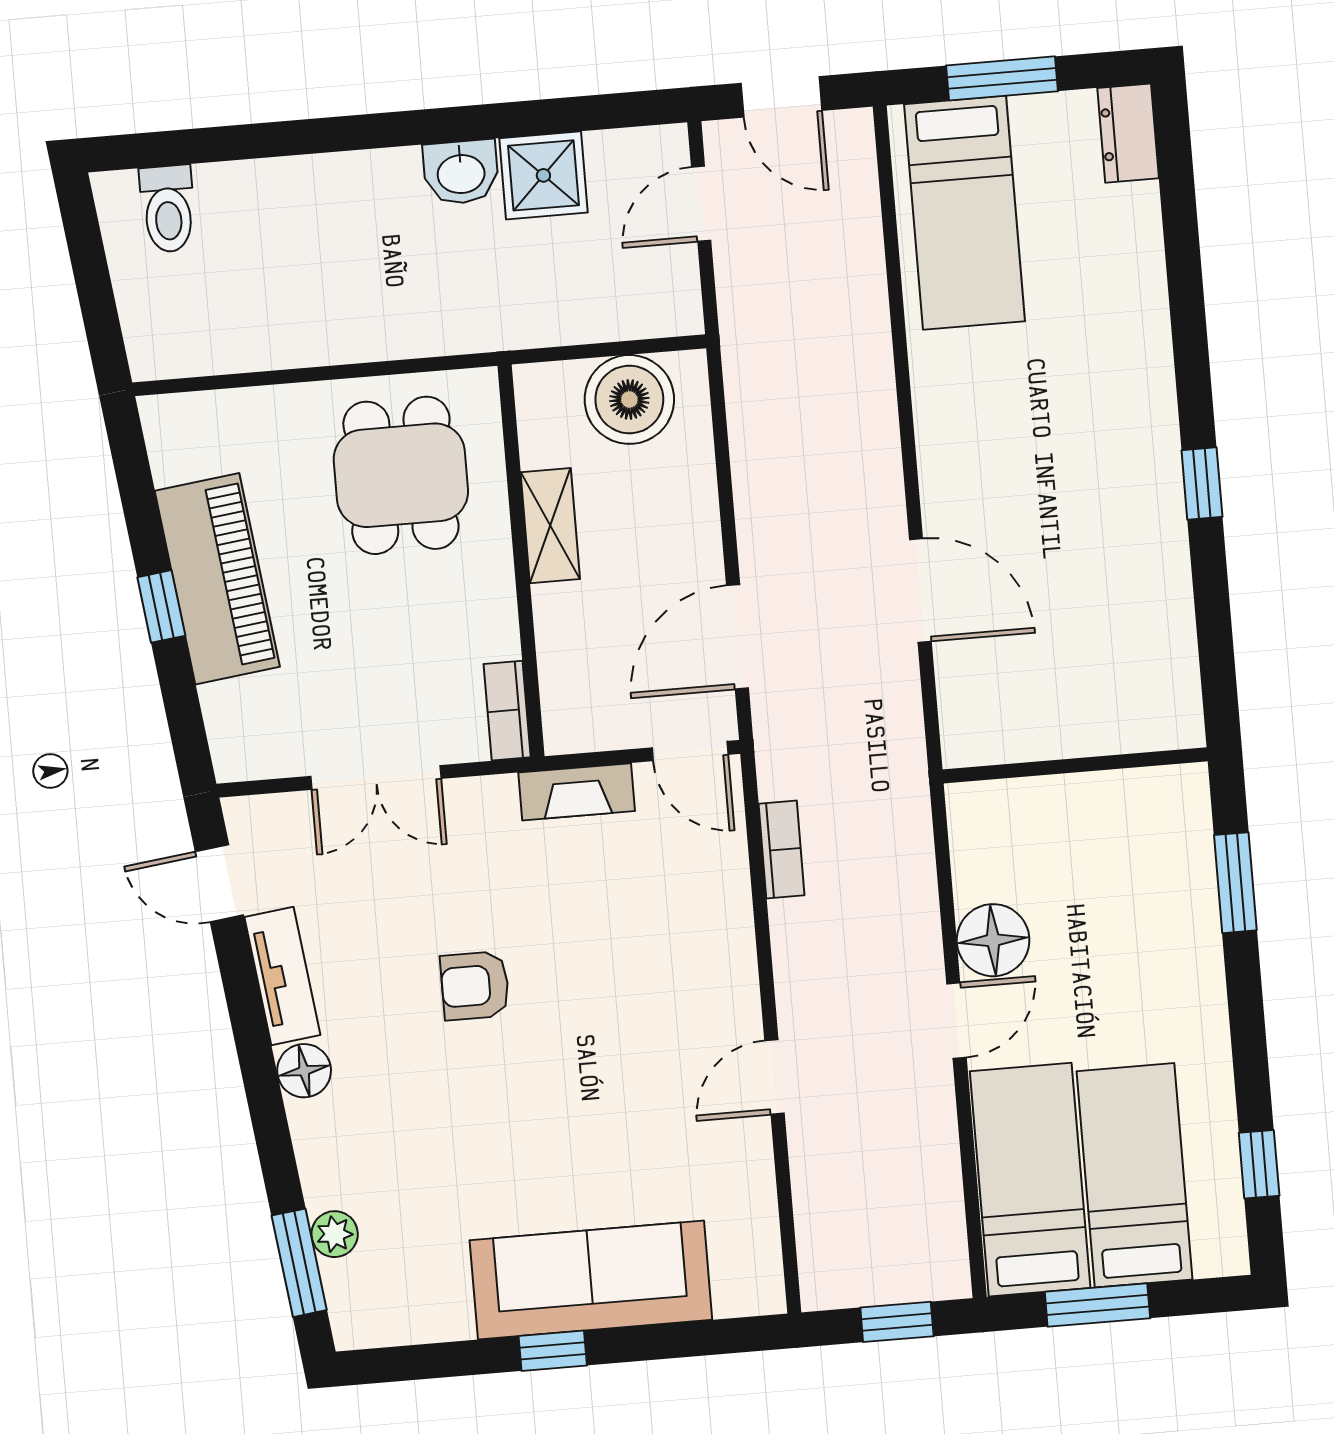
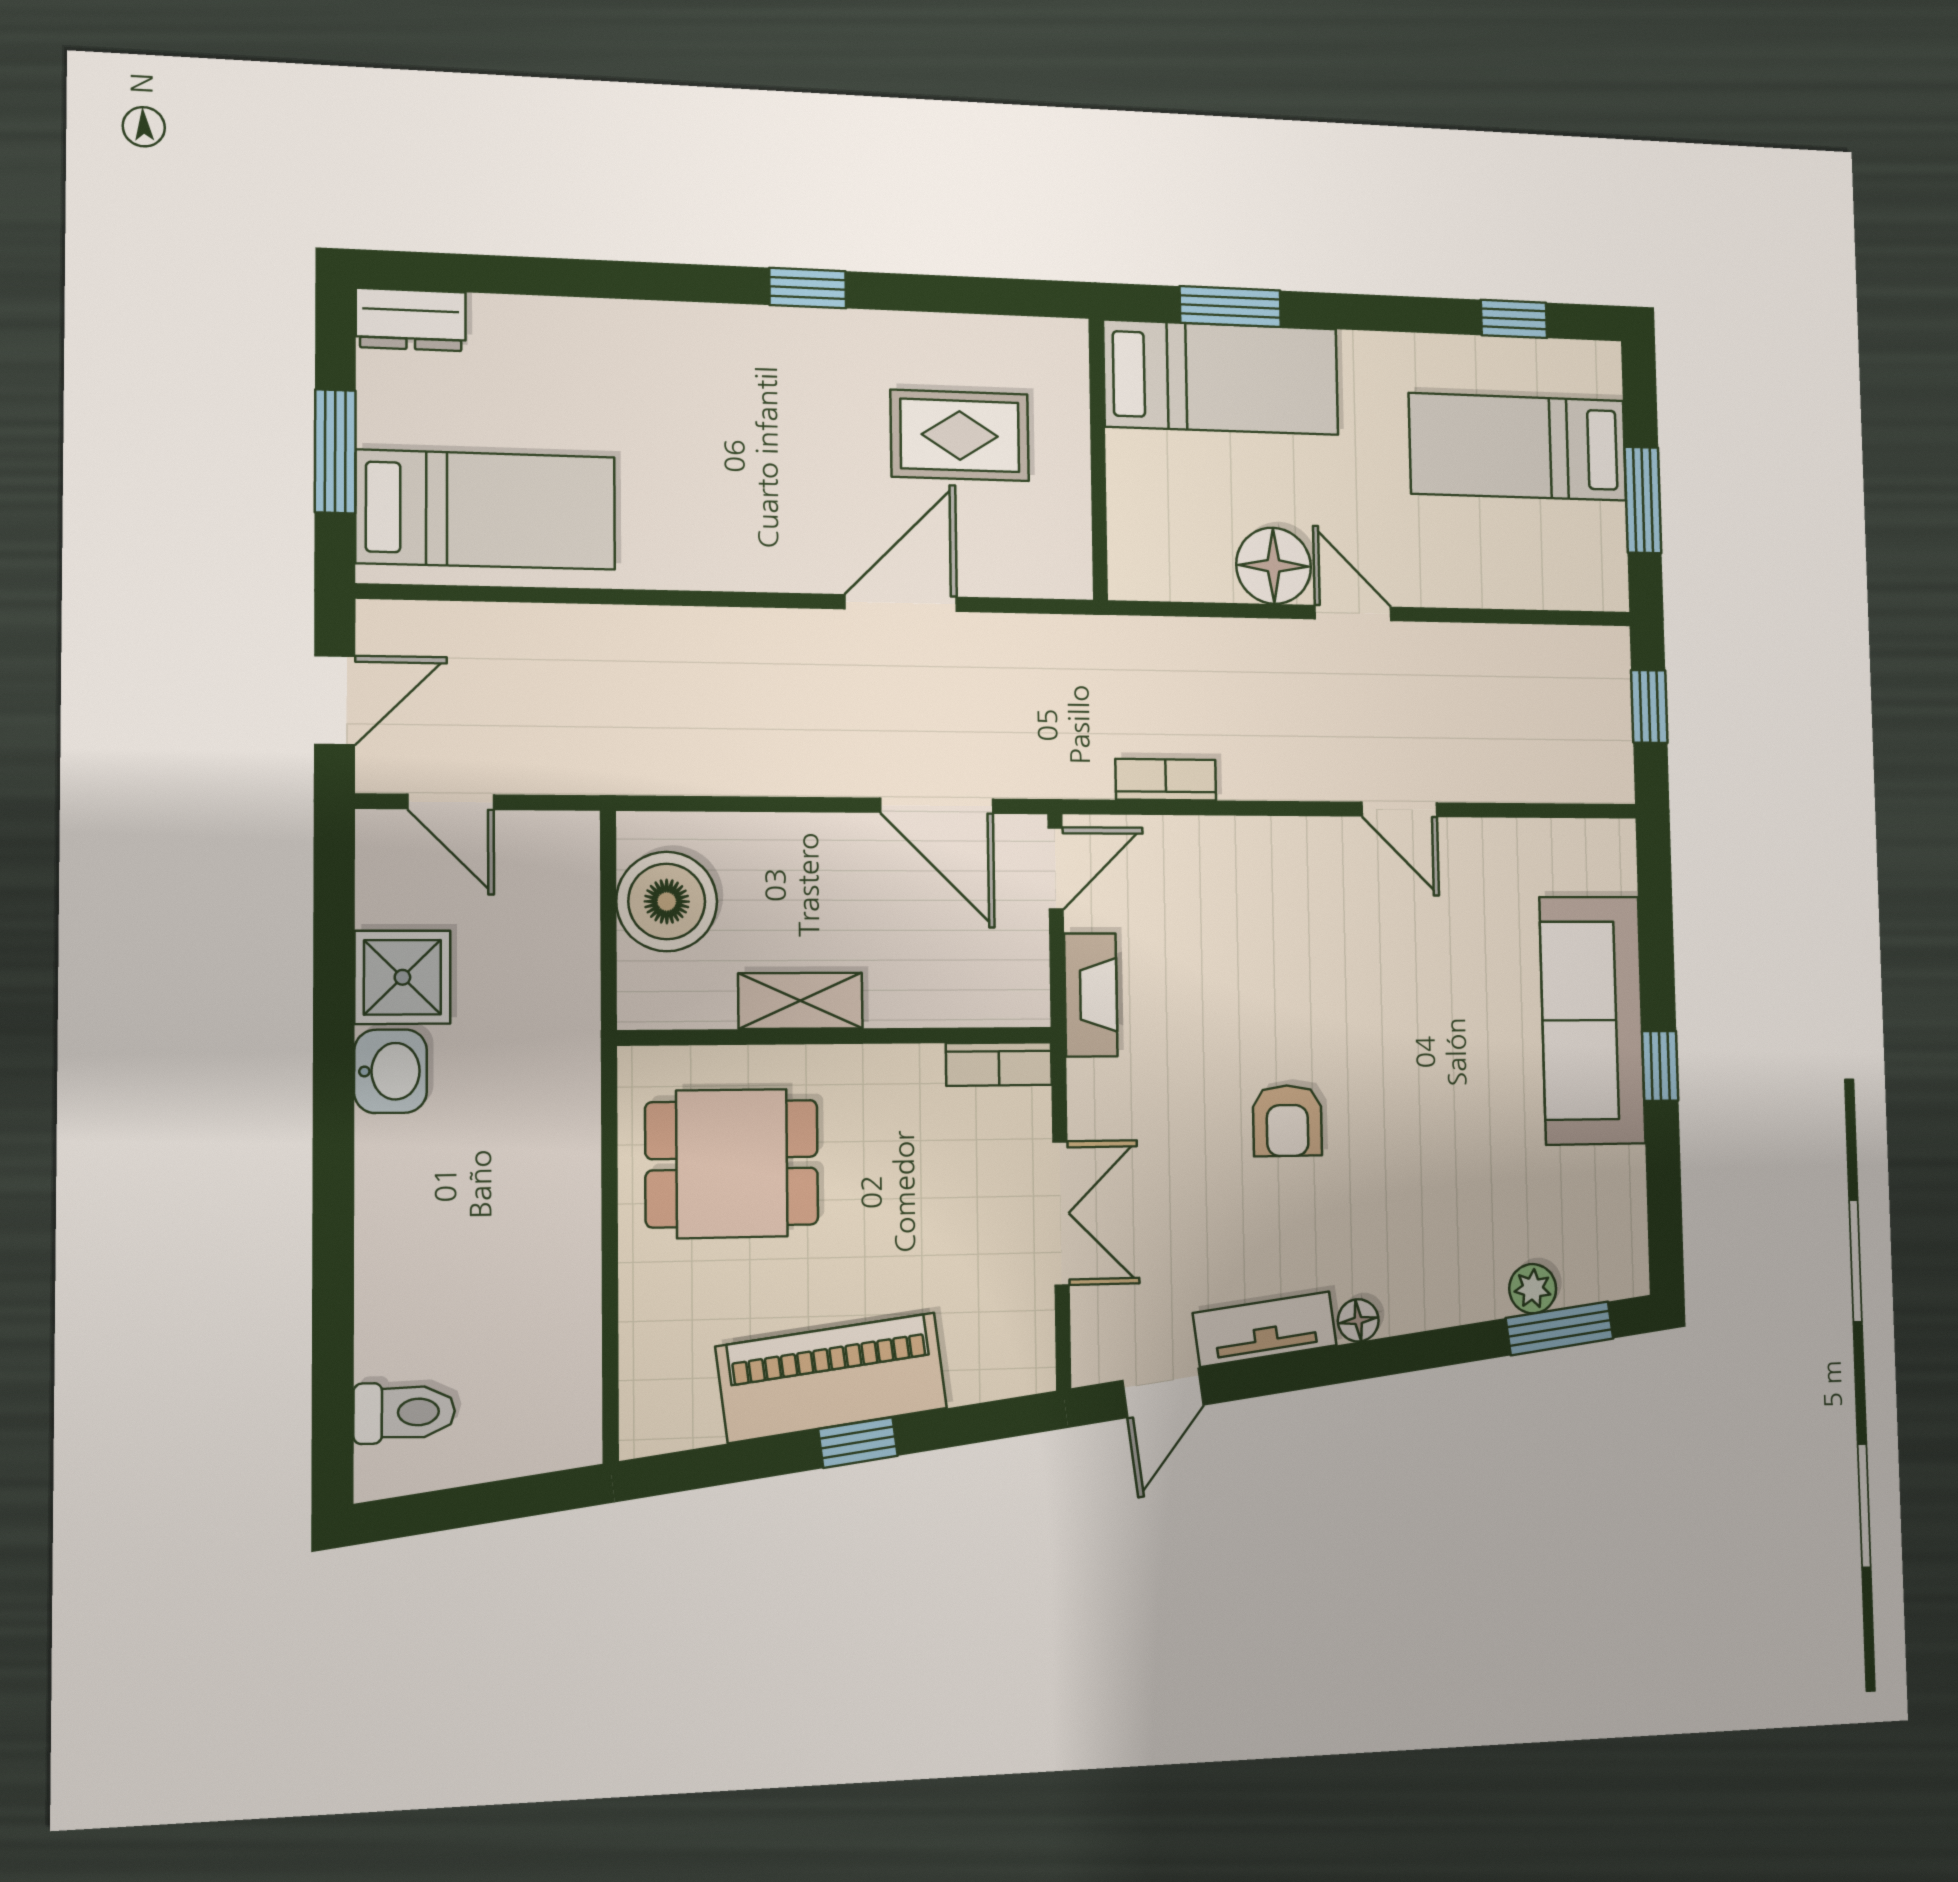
rug: (1082, 634) -> (960, 435), added
floor lamp: (304, 1071) -> (1358, 1320), width x0.73, depth x0.73
bed: (1030, 1180) -> (1221, 378), moved, turned 180

